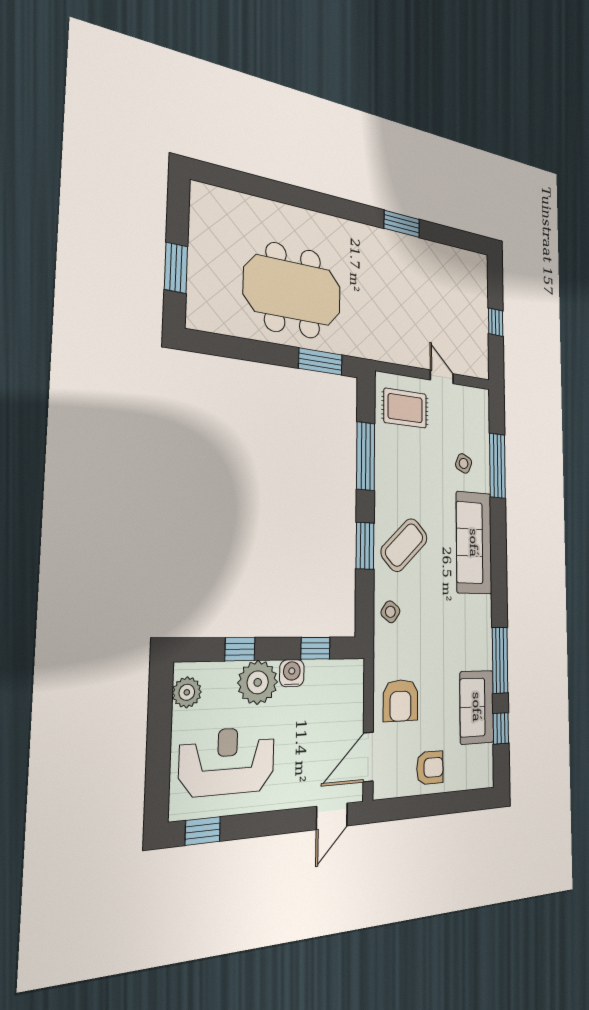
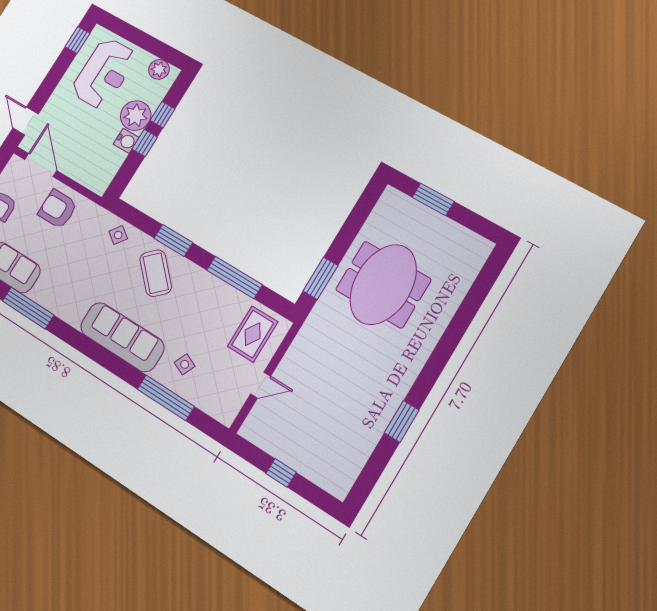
window: (315, 648) -> (145, 143), moved

